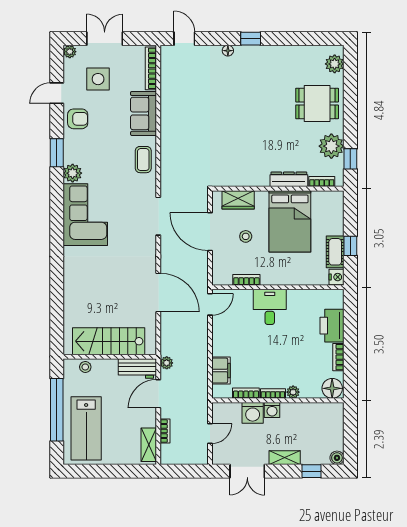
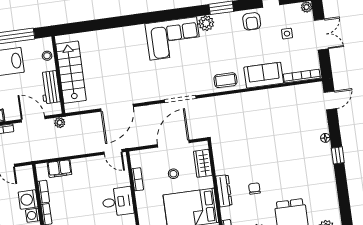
side table: (98, 79) -> (287, 34), width x0.54, depth x0.54
chair: (276, 143) -> (254, 189), added
dresser: (289, 179) -> (224, 191), moved
workbench: (137, 369) -> (50, 87), moved

